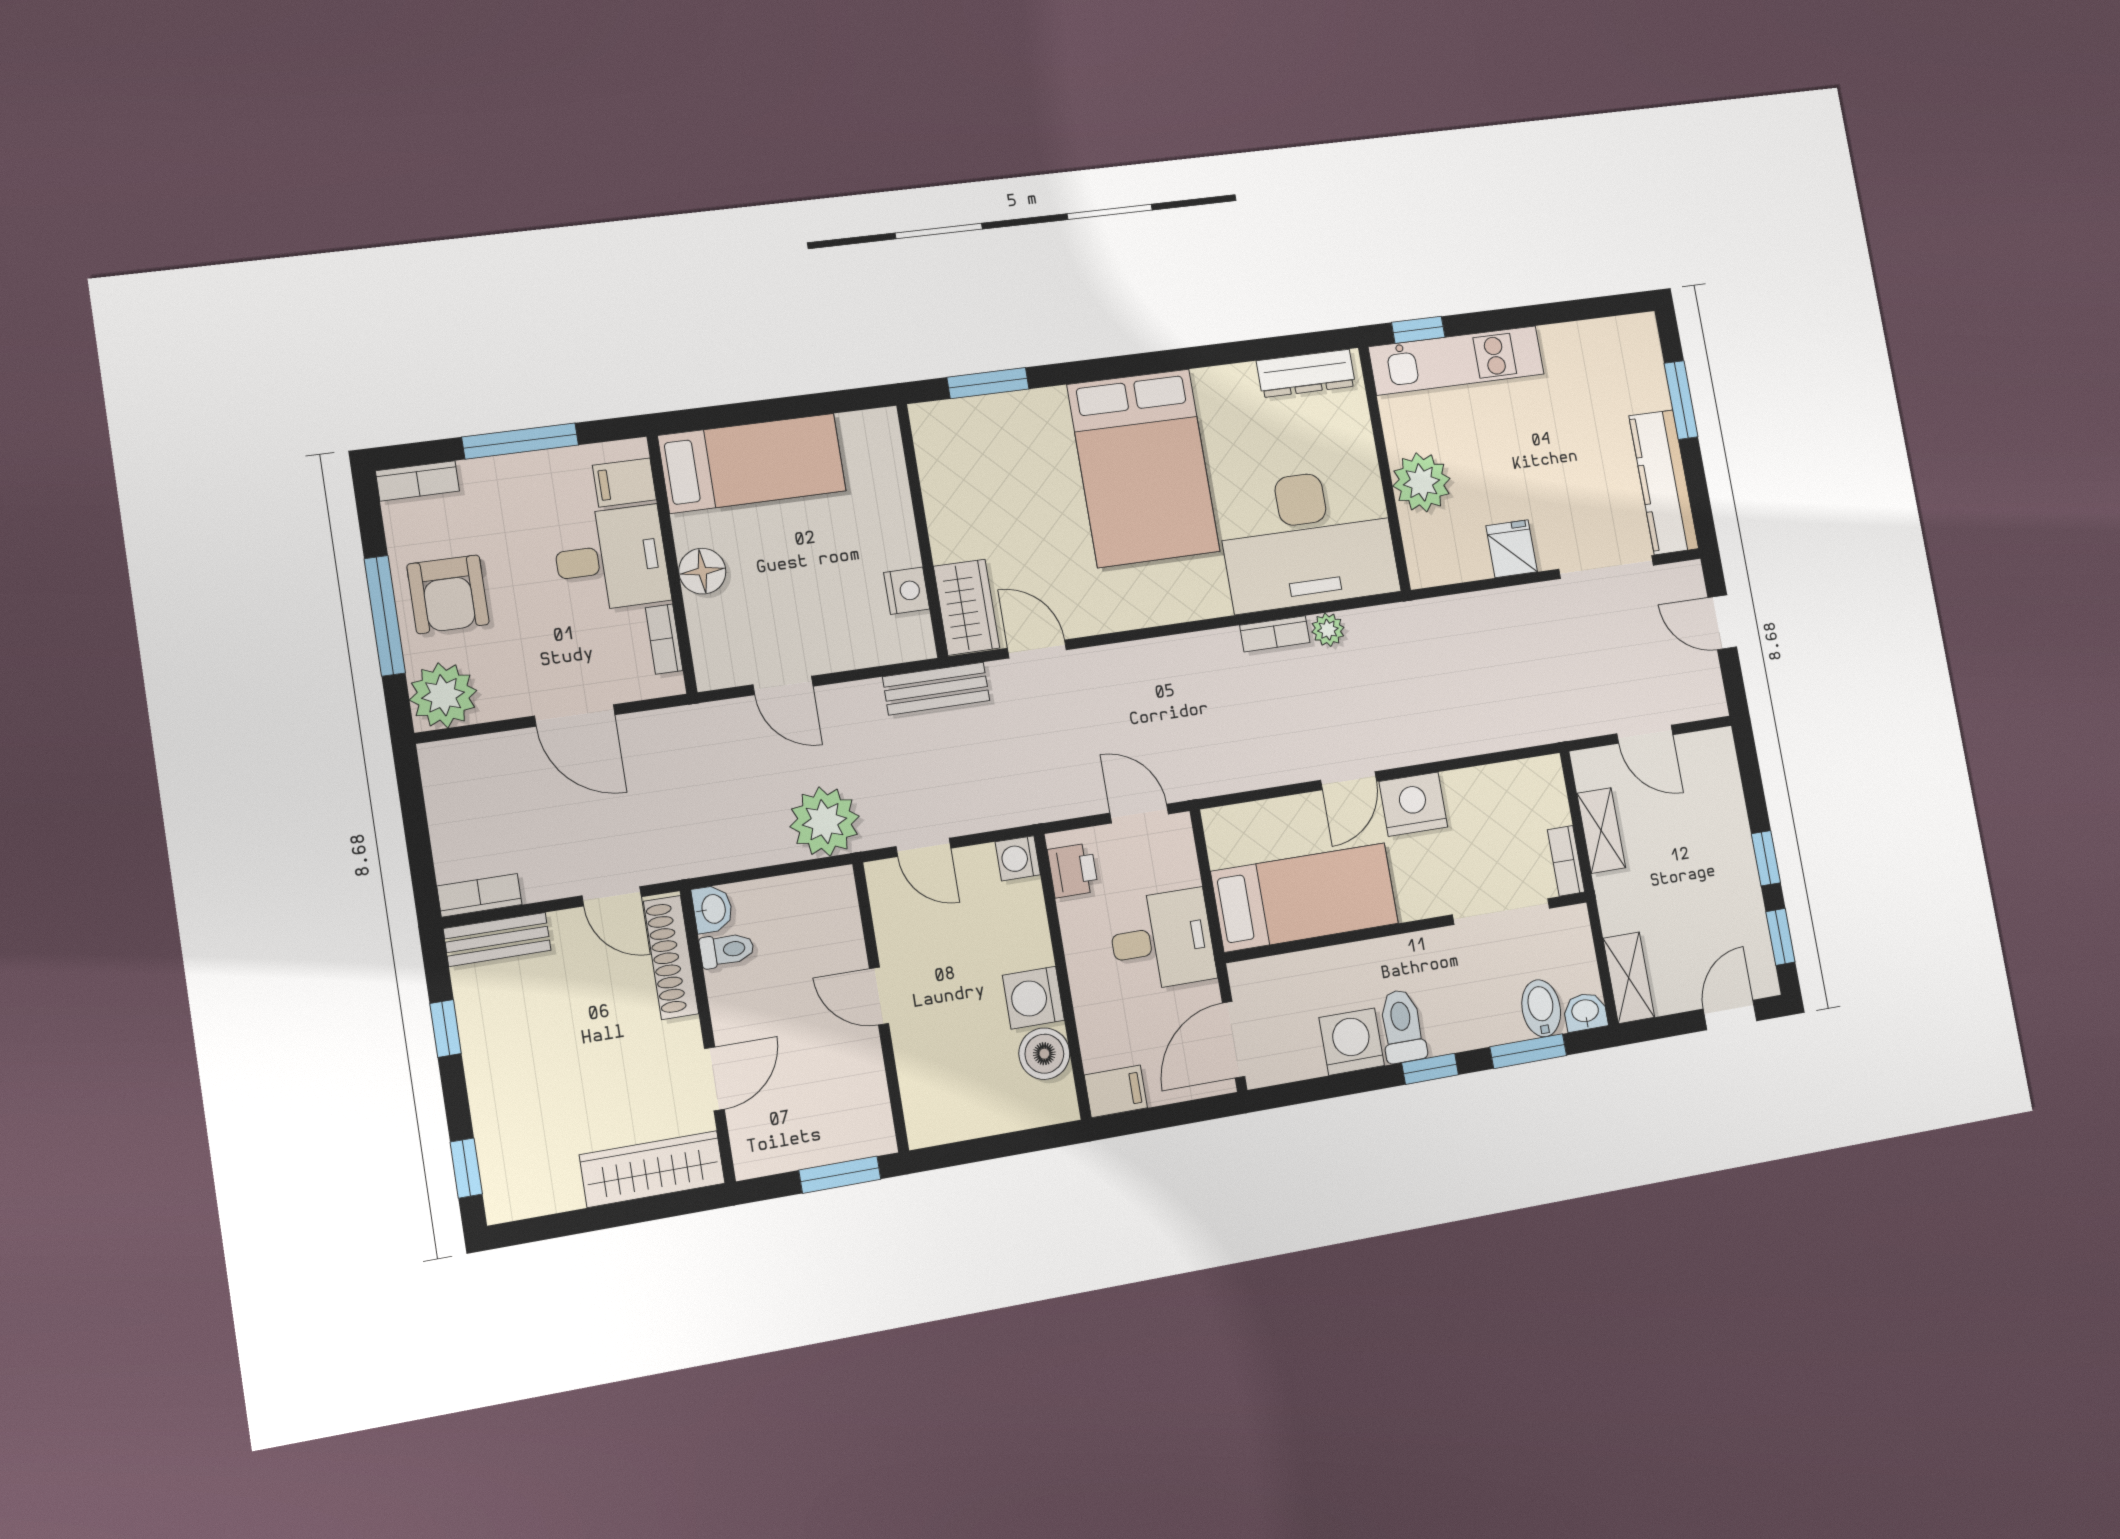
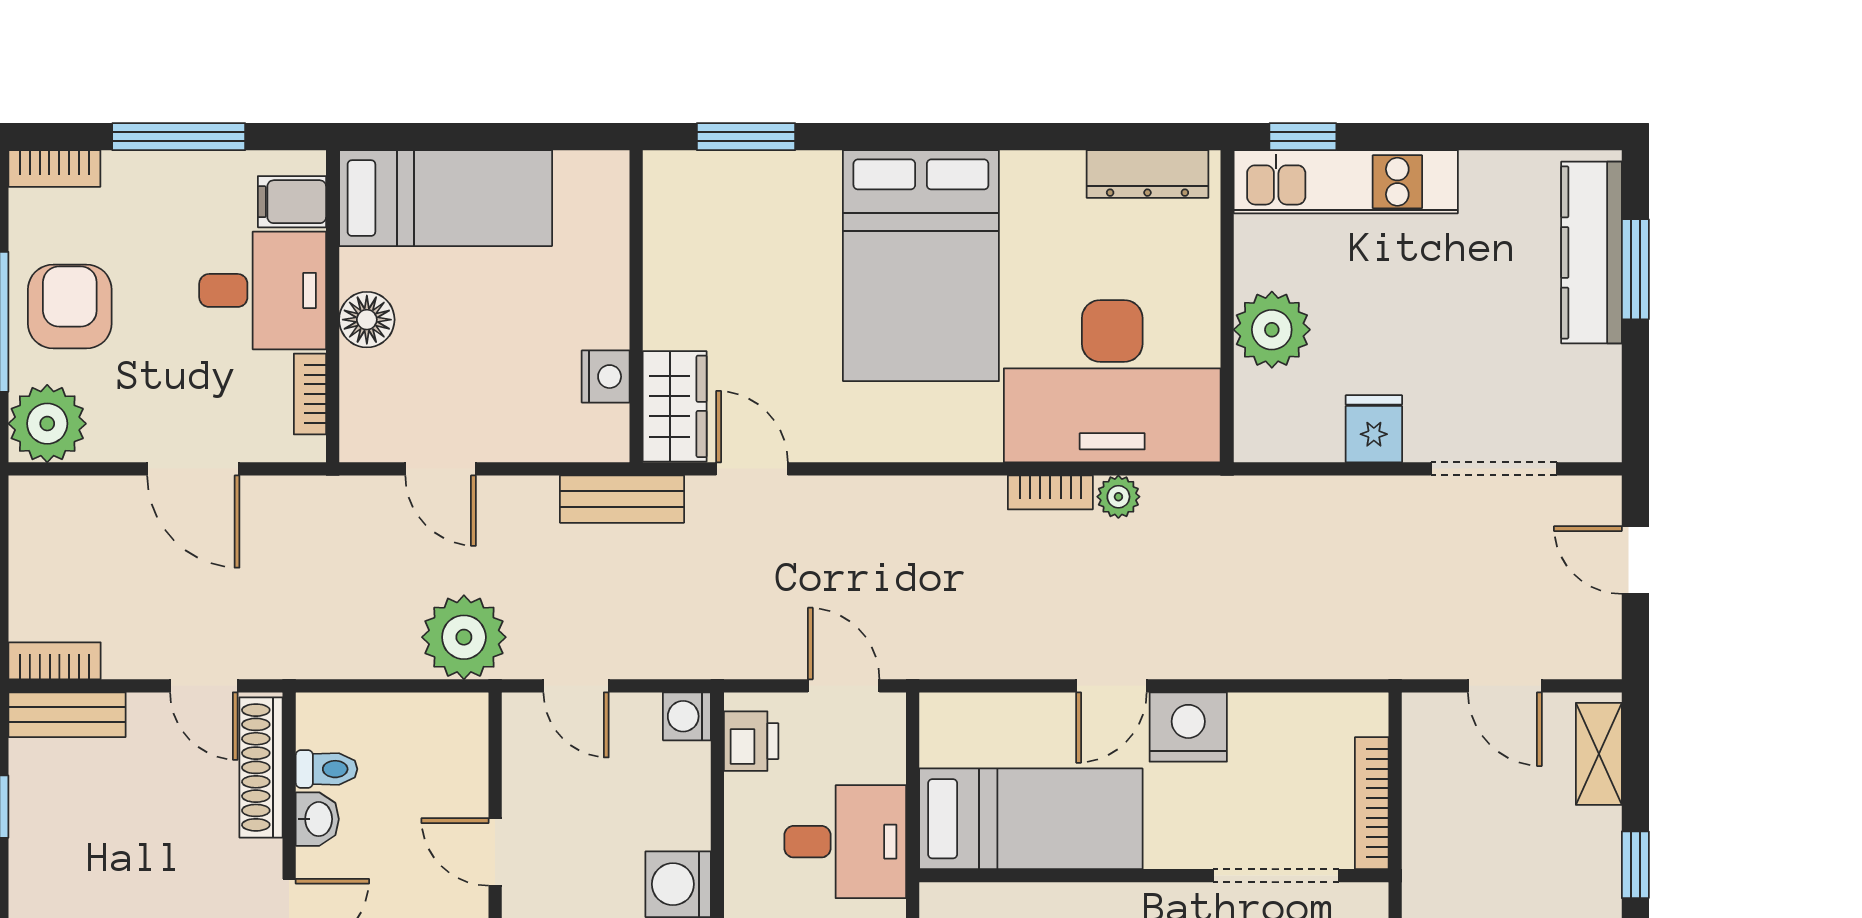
kitchen counter: (1664, 482) -> (1591, 252), moved
armchair: (448, 594) -> (70, 307), turned 180
shelving: (1601, 830) -> (1599, 754), moved
bookcase: (1566, 861) -> (1372, 803), width x1.56
washbasin: (713, 909) -> (317, 819), moved

